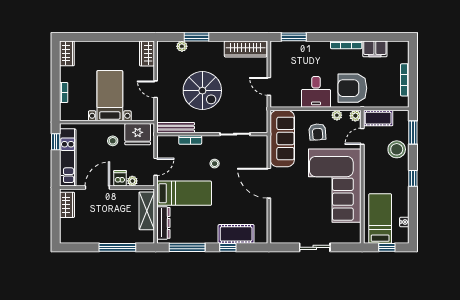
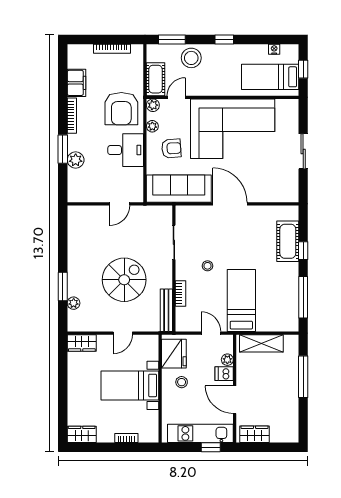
window: (294, 37) -> (63, 149), moved
plant: (307, 48) -> (76, 160), added
wardrobe: (246, 49) -> (77, 230), removed
door: (362, 136) -> (176, 97), swing flipped
window: (56, 142) -> (211, 447), moved
door: (269, 183) -> (230, 204), swing flipped
dresser: (163, 223) -> (275, 324), removed

